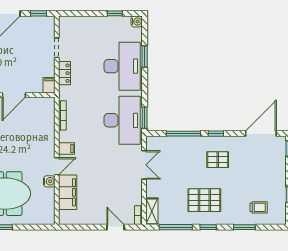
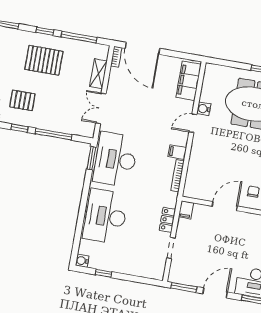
window: (38, 13) -> (184, 287), width x1.50
window: (145, 57) -> (80, 222), removed
filing cabinet: (67, 149) -> (177, 152), moved
filing cabinet: (68, 192) -> (189, 81), moved
shelving: (152, 211) -> (98, 74), moved
door: (115, 227) -> (142, 48), width x1.87

